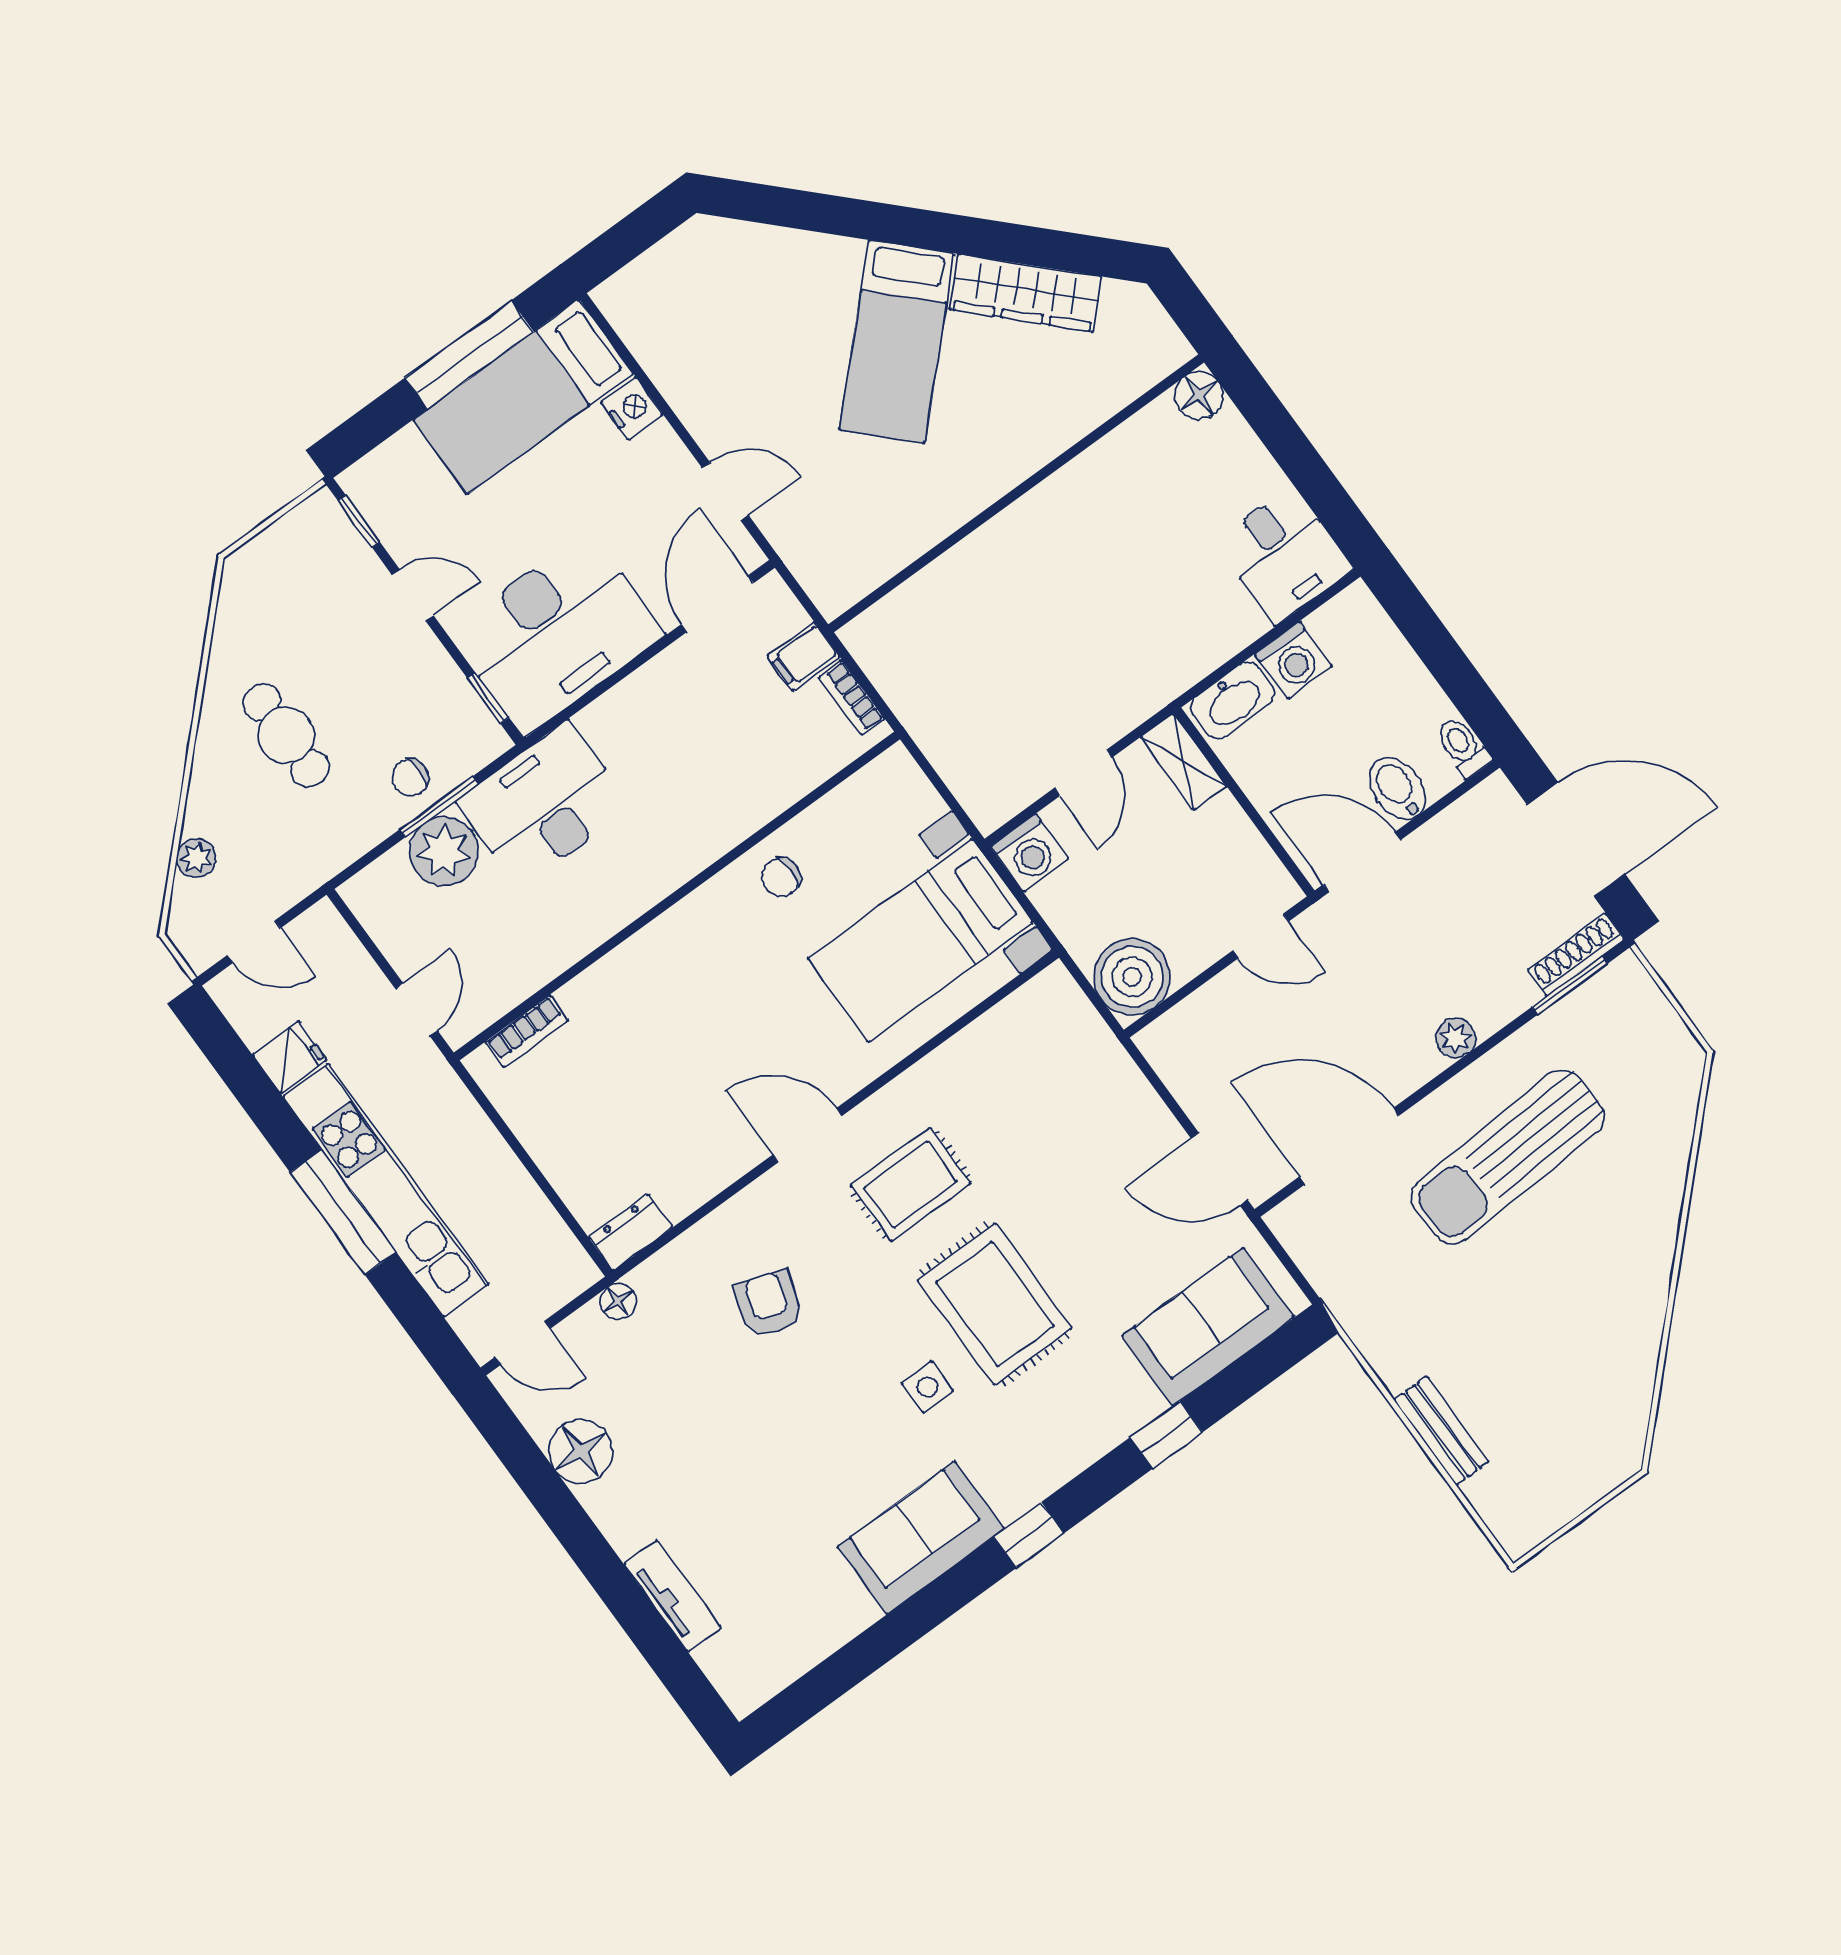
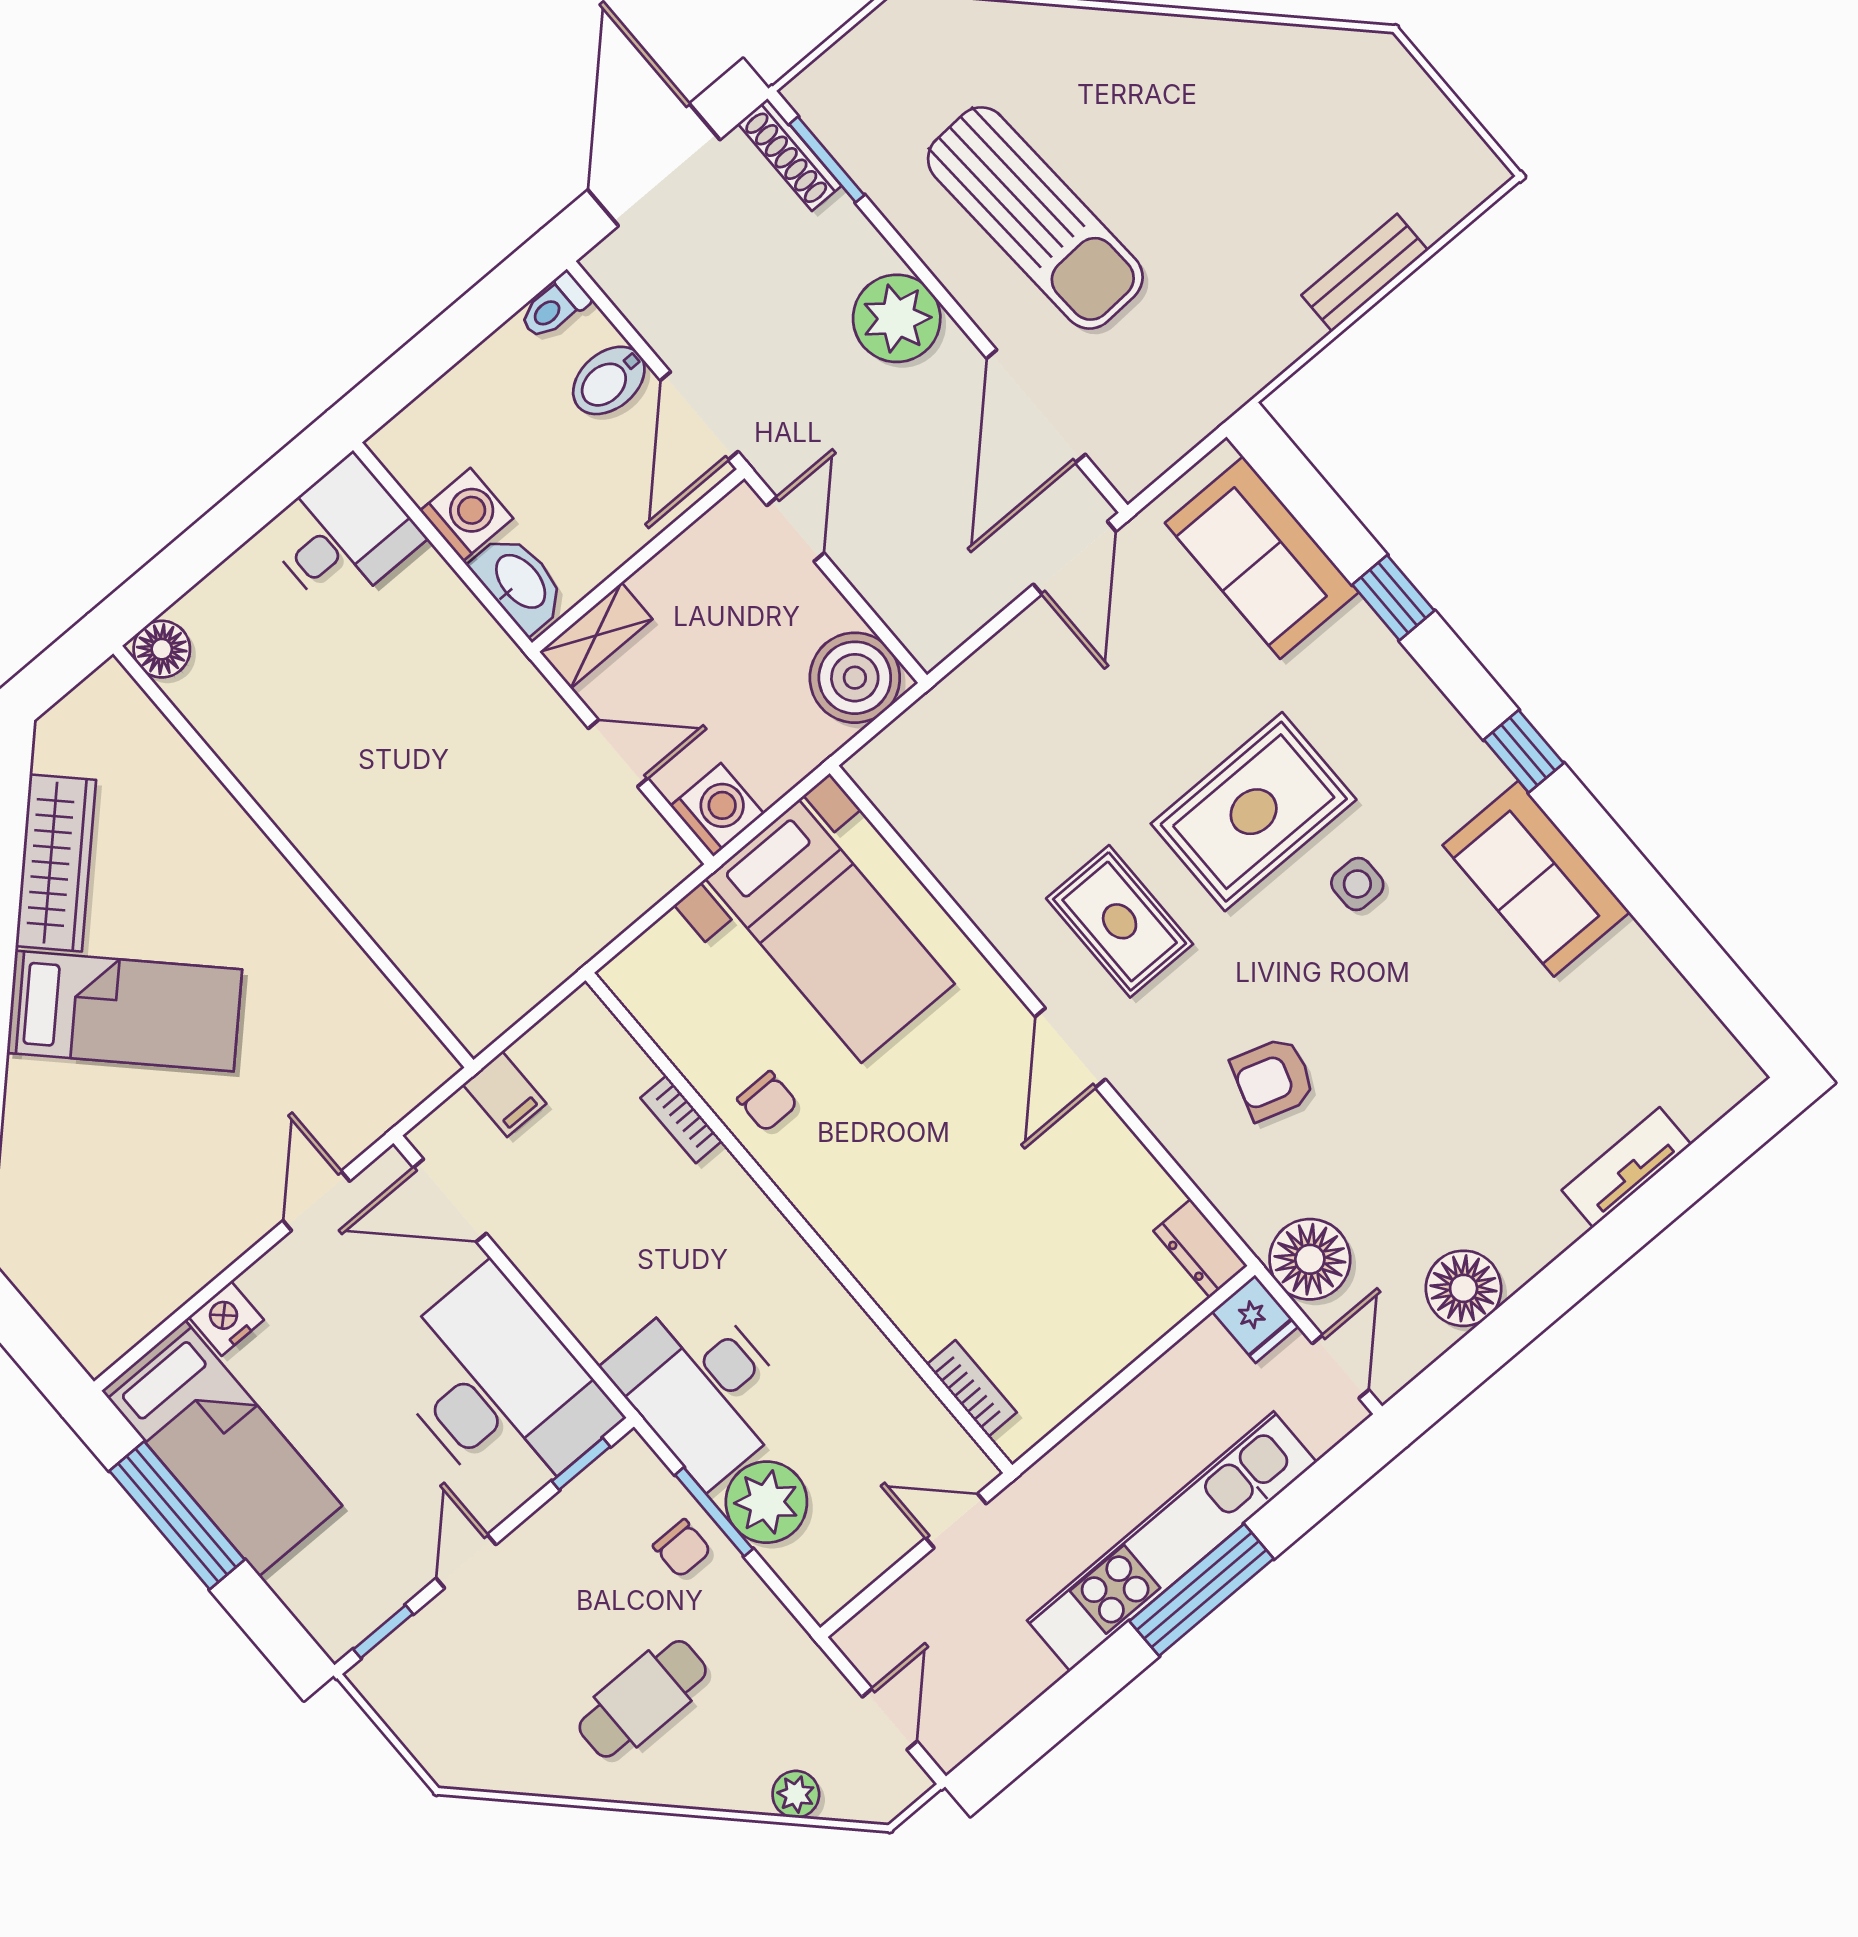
bookcase: (852, 698) -> (681, 1119), moved, turned 90
plant: (1456, 1038) -> (897, 318), width x1.88, depth x1.88
fridge: (289, 1057) -> (1255, 1319), moved, turned 180
floor lamp: (618, 1301) -> (1310, 1259), width x1.89, depth x1.89

